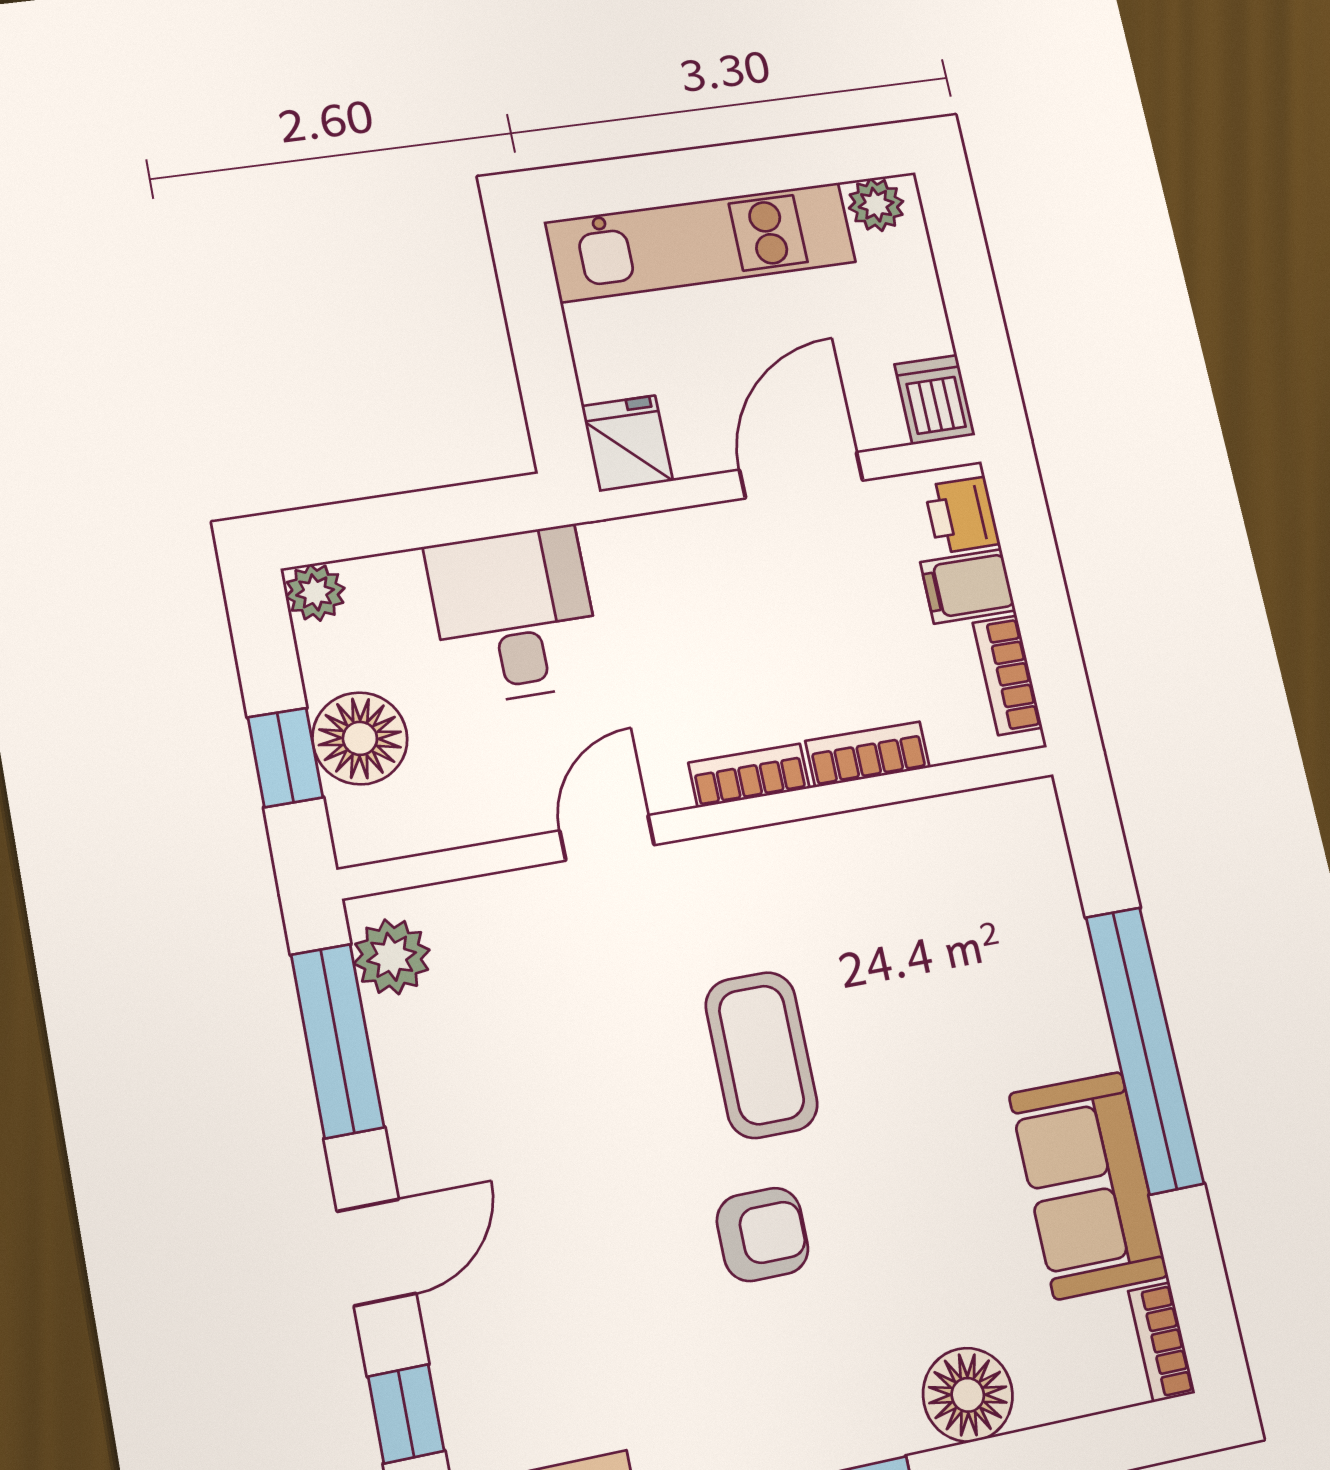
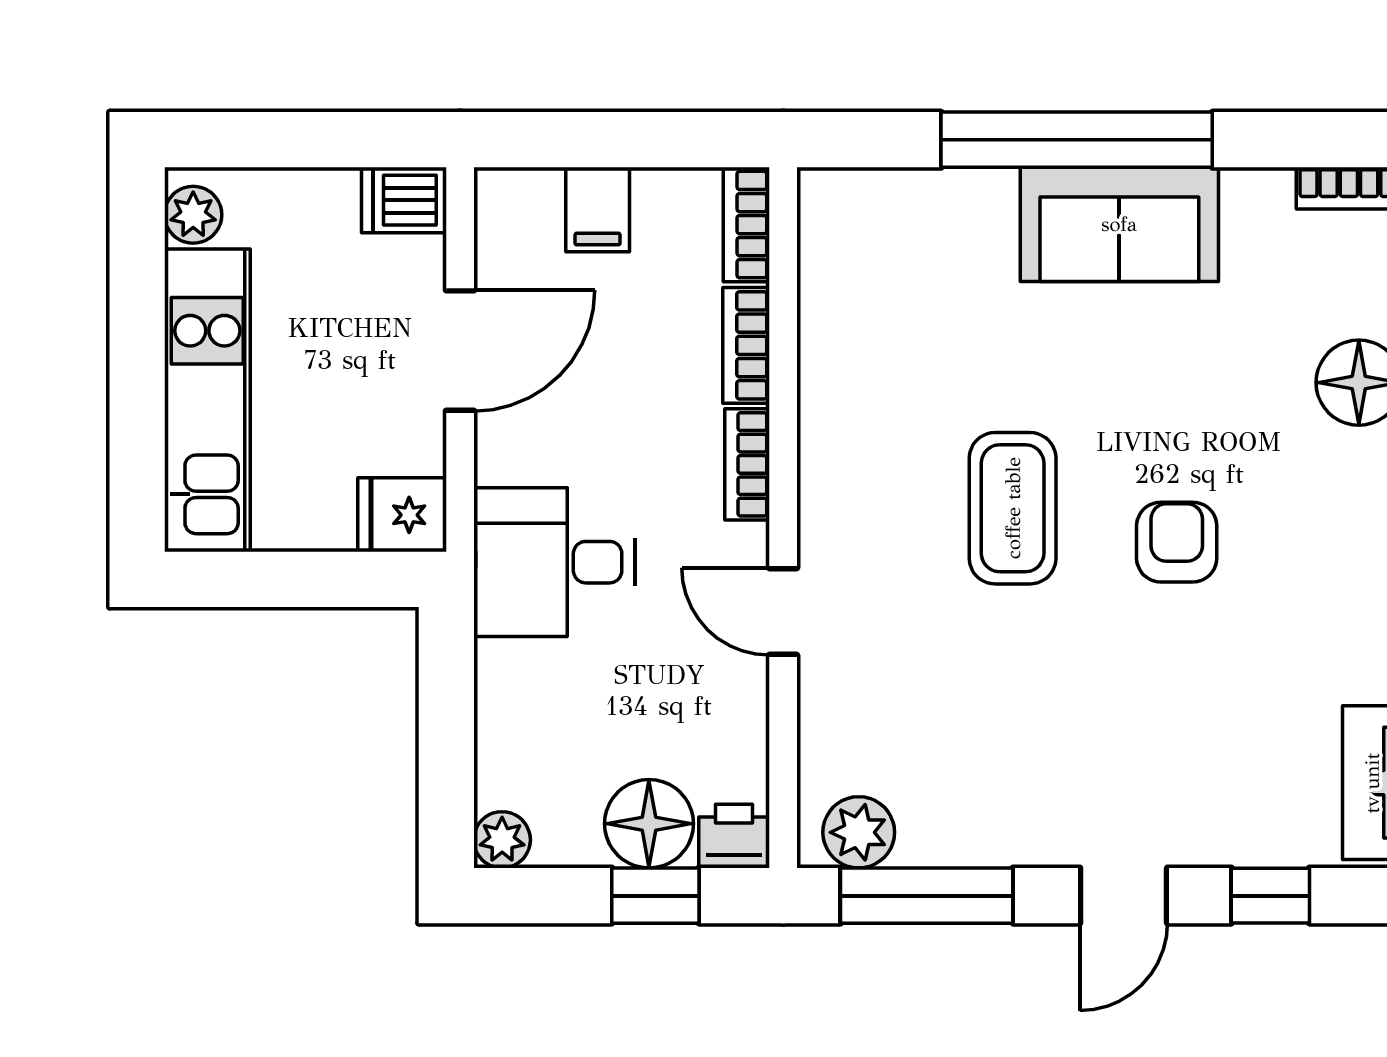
door: (801, 475) -> (460, 351), swing flipped
printer: (962, 515) -> (734, 836), moved, turned 180
desk: (514, 615) -> (554, 562), moved
bookcase: (1008, 675) -> (746, 225), moved, turned 90
coffee table: (762, 1055) -> (1013, 508), turned 90
sofa: (1088, 1185) -> (1119, 224), moved
door: (376, 1252) -> (1124, 896), swing flipped

